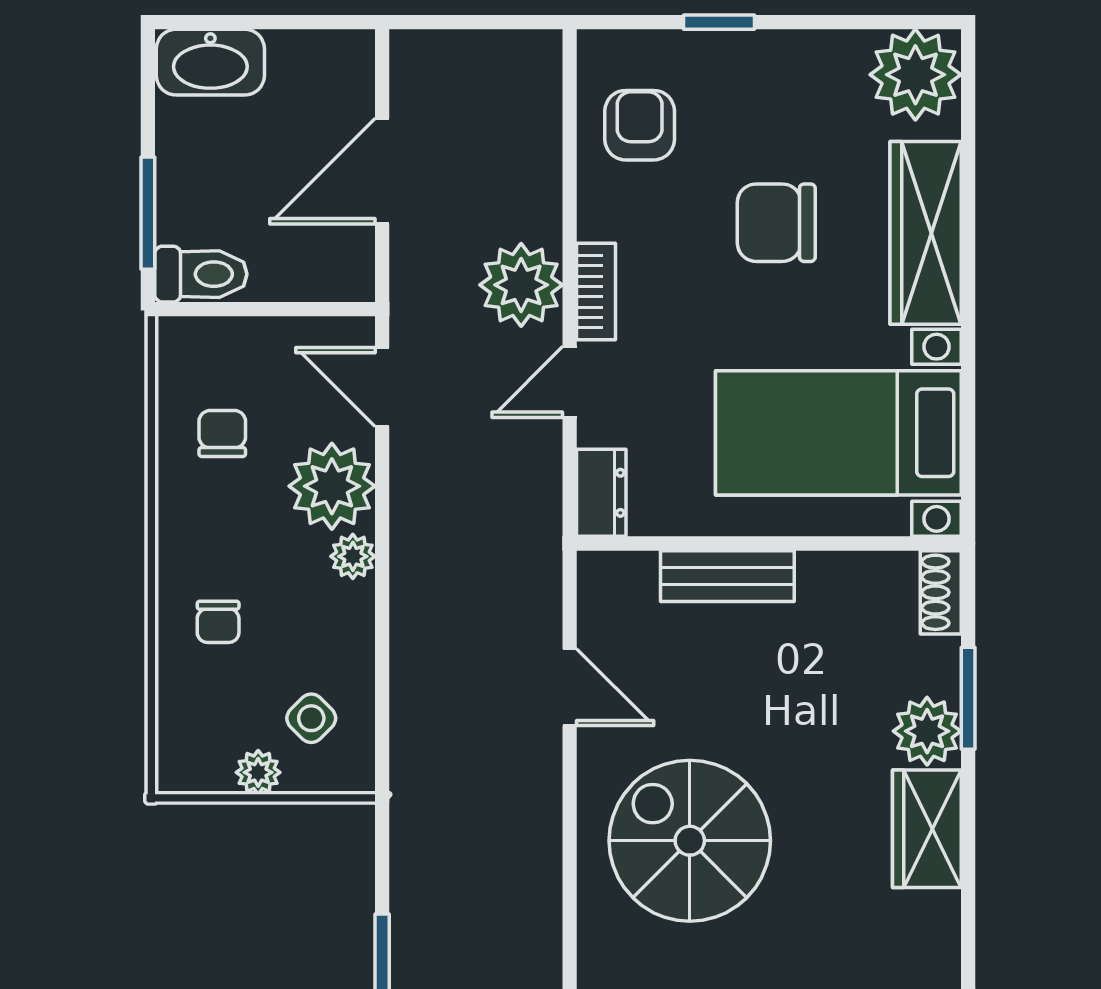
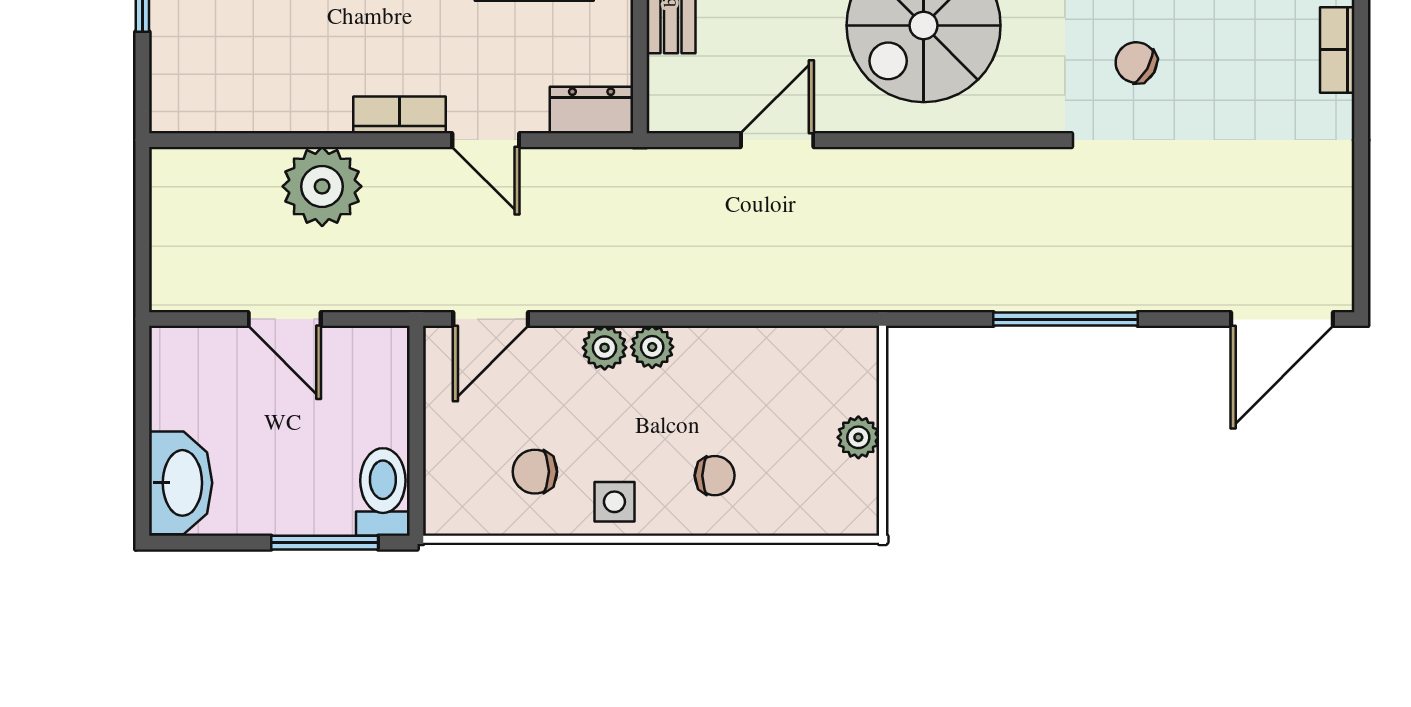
armchair: (640, 125) -> (241, 73), removed
door: (382, 171) -> (285, 319), width x0.73
plant: (521, 285) -> (322, 186), moved
plant: (332, 486) -> (605, 348), width x0.53, depth x0.53
side table: (311, 718) -> (614, 502), moved, turned 45

